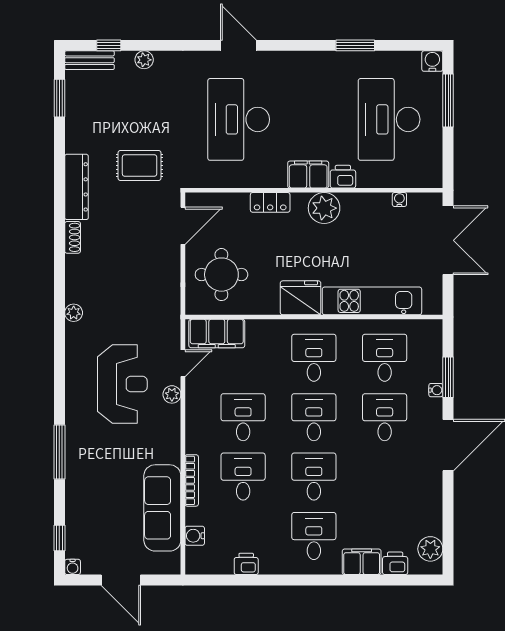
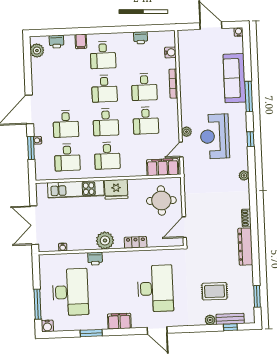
bench: (89, 60) -> (230, 319), moved
rug: (140, 166) -> (215, 291), moved
filing cabinet: (308, 175) -> (119, 321), moved, turned 180
sofa: (162, 508) -> (234, 78), moved, turned 180
window: (59, 538) -> (250, 139), moved
filing cabinet: (362, 562) -> (81, 41), width x0.50

